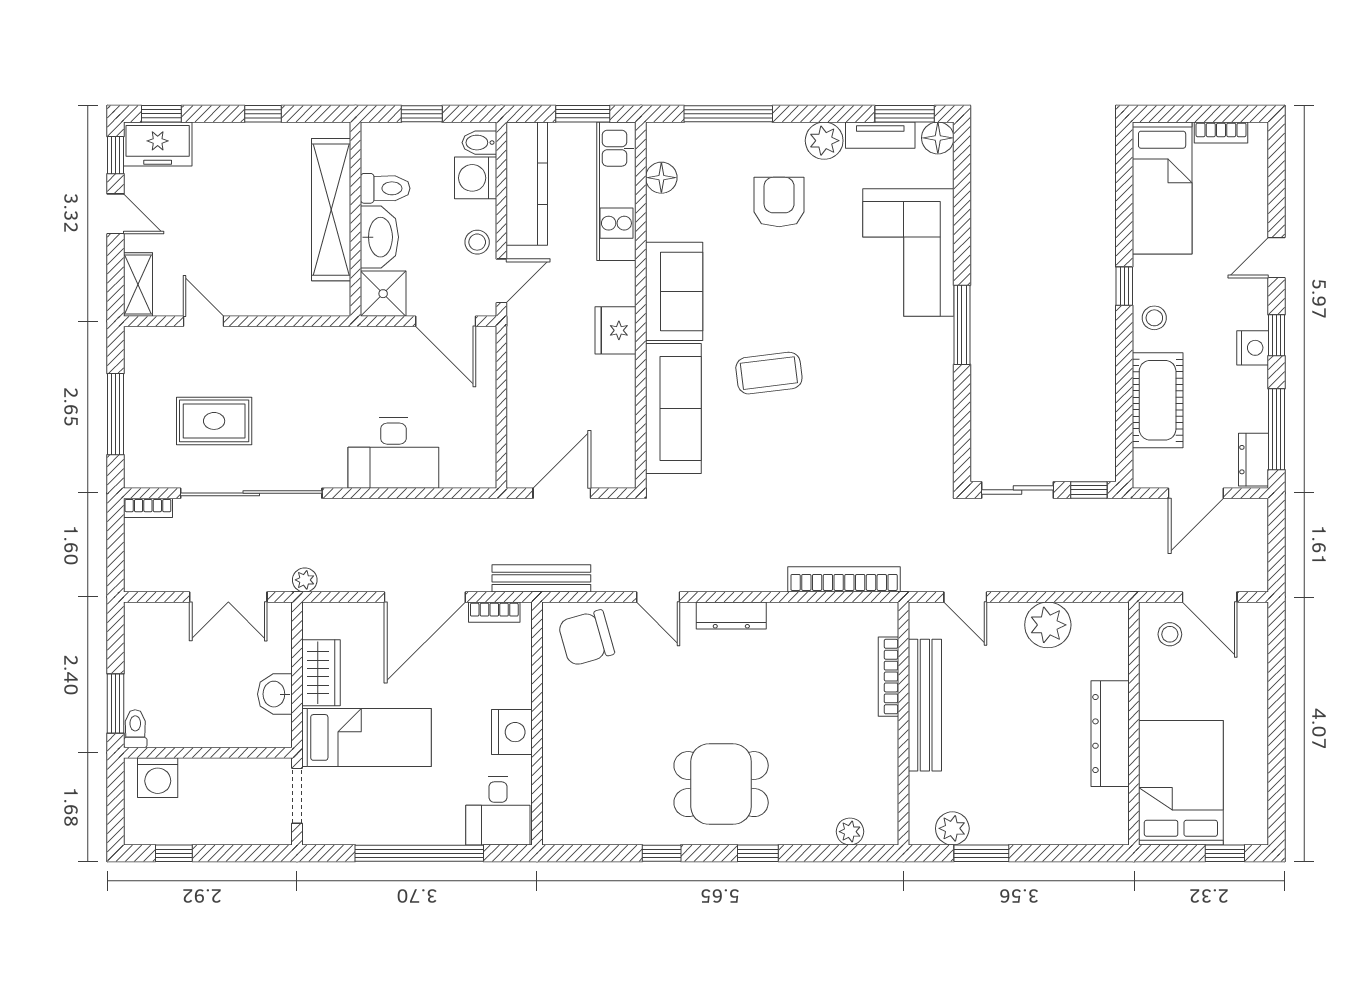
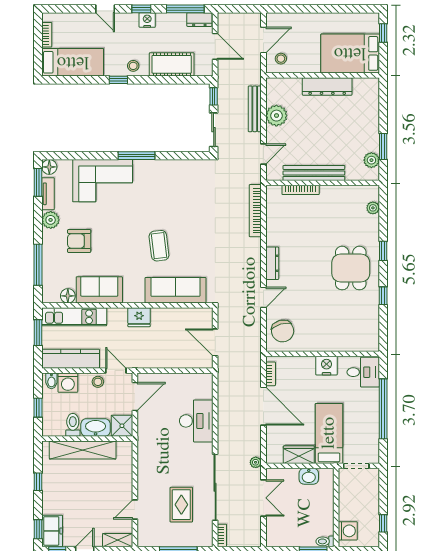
sofa: (674, 291) -> (99, 290), moved
bench: (541, 578) -> (255, 109), moved

